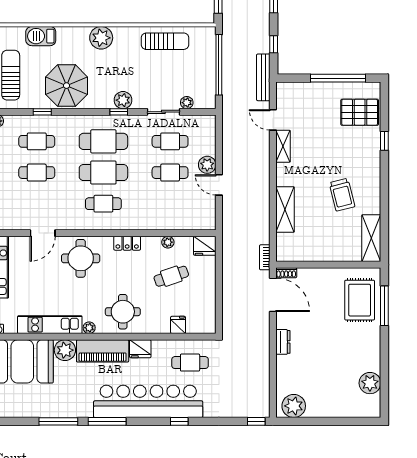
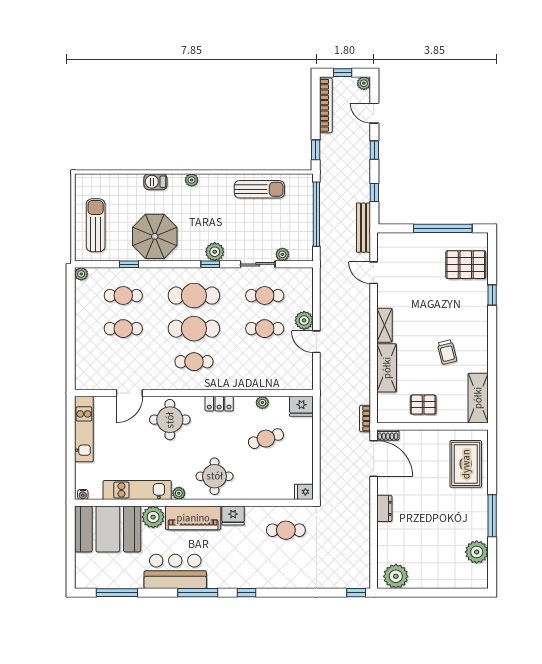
barbecue: (41, 36) -> (155, 182), moved, width x0.73, depth x0.79
plant: (101, 38) -> (192, 180), width x0.53, depth x0.53
shelving: (283, 146) -> (384, 325), moved
trolley: (342, 195) -> (447, 352), width x0.73, depth x0.72
pallet: (319, 244) -> (423, 405), added
window: (384, 306) -> (492, 516), moved
fridge: (178, 325) -> (304, 492), moved, turned -90
bar counter: (148, 401) -> (175, 571), moved, width x0.54
window: (58, 421) -> (117, 593), moved
window: (179, 421) -> (247, 593), moved

